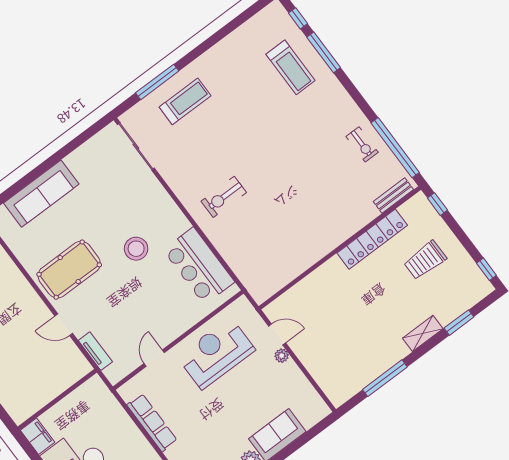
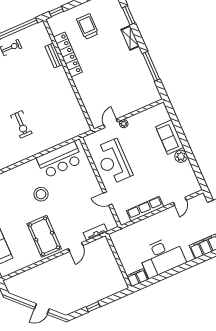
bench: (393, 196) -> (54, 55), moved
exercise bike: (224, 197) -> (21, 124), moved
trolley: (425, 260) -> (87, 26), turned 180

